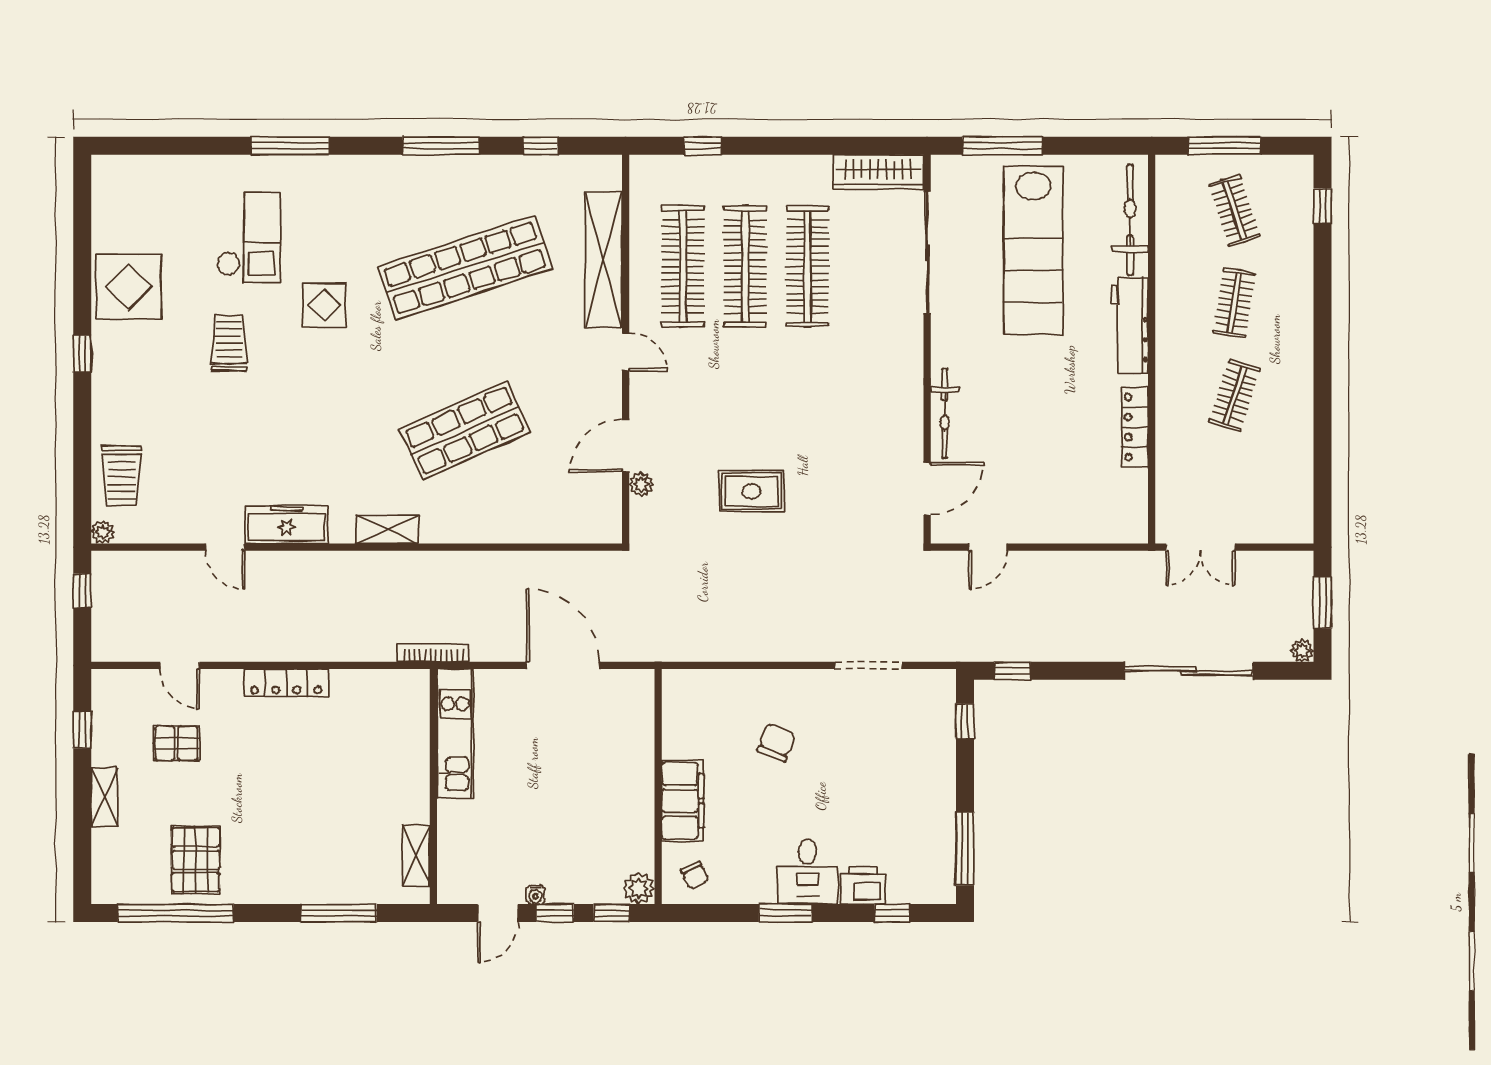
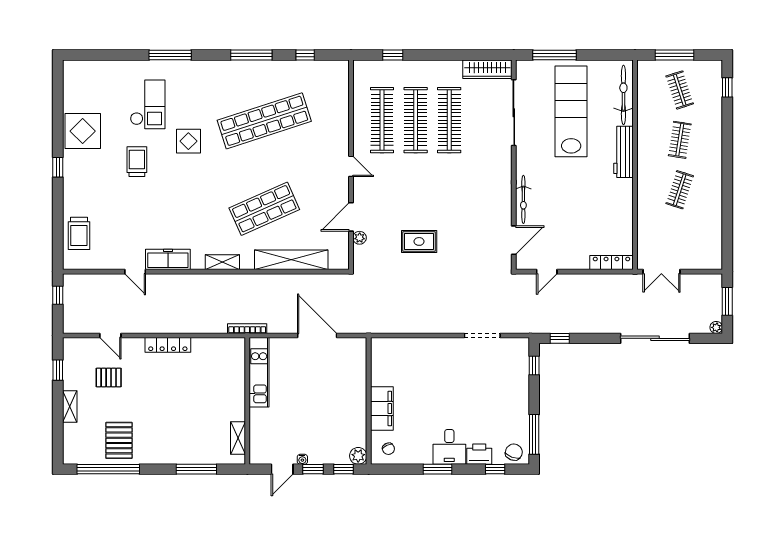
lab bench: (1033, 250) -> (571, 111), turned 180
shelving: (603, 260) -> (291, 260), moved, turned 90
locker: (1135, 427) -> (611, 263), moved, turned 90
plant: (103, 532) -> (69, 263), removed
chair: (776, 742) -> (514, 452), moved

